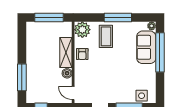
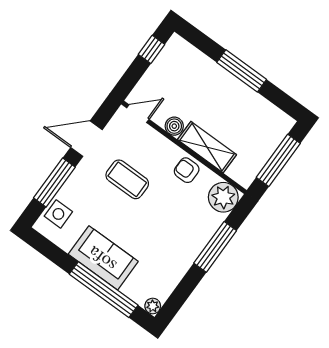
window: (118, 18) -> (215, 247), moved
coffee table: (106, 36) -> (127, 179), moved
sofa: (146, 47) -> (103, 258), moved
window: (22, 77) -> (242, 71), moved

